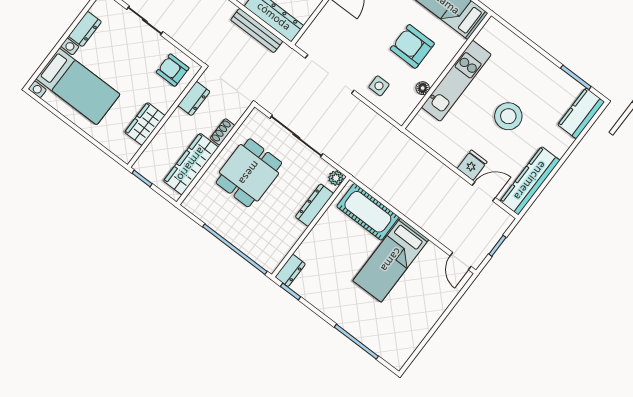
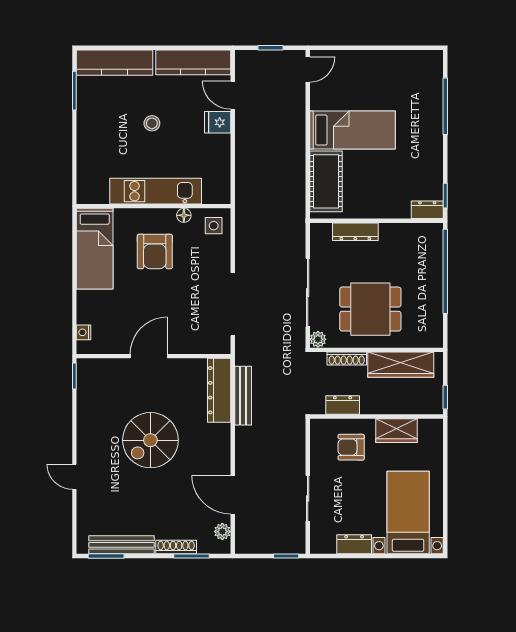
armchair: (173, 70) -> (351, 447), moved, turned 90
side table: (379, 86) -> (214, 226), moved
kitchen counter: (581, 113) -> (115, 63), width x1.50
stool: (508, 116) -> (152, 123), width x0.53, depth x0.53
shoe rack: (222, 132) -> (347, 359), width x1.43
plant: (336, 178) -> (318, 339), moved

